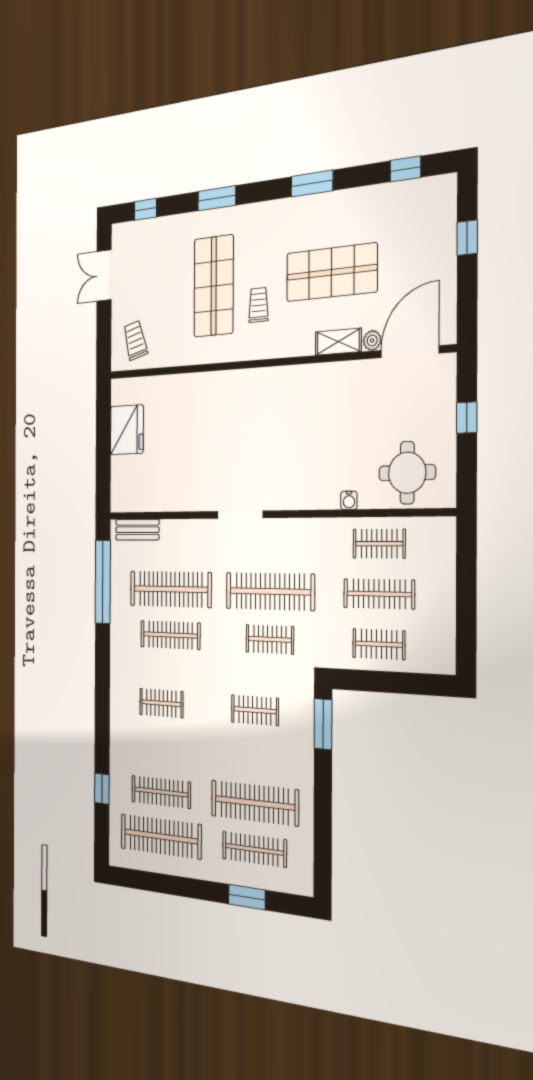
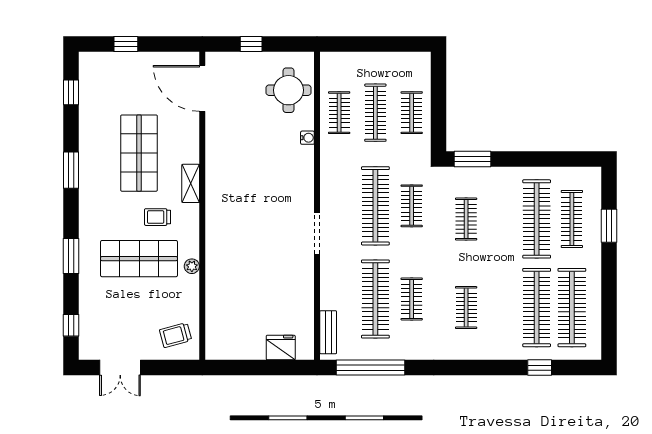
plant: (372, 340) -> (192, 266), moved
shelving: (338, 342) -> (191, 183), moved
fridge: (127, 430) -> (281, 348), moved, width x0.73, depth x0.75
clothes rail: (170, 635) -> (412, 299), width x0.73
clothes rail: (161, 792) -> (537, 308), width x1.37, depth x1.31

